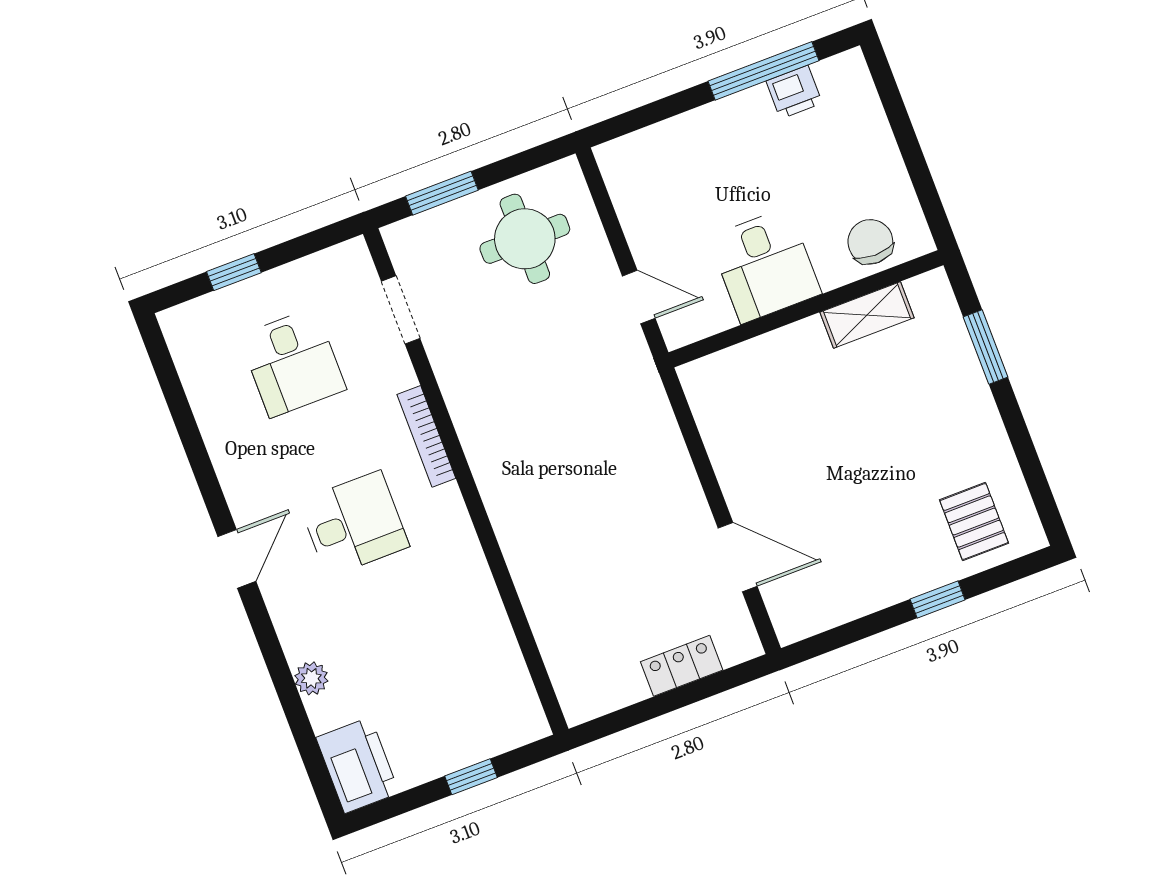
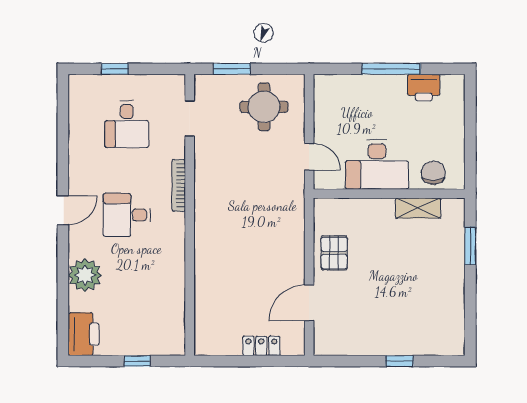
window: (764, 71) -> (391, 69), moved
printer: (794, 92) -> (424, 88), width x1.36, depth x1.24
desk: (765, 265) -> (377, 165), width x1.37
pallet: (974, 522) -> (334, 253), moved
desk: (354, 524) -> (127, 215), turned 180
door: (738, 557) -> (309, 303), swing flipped
plant: (311, 678) -> (85, 275), width x1.87, depth x1.87

